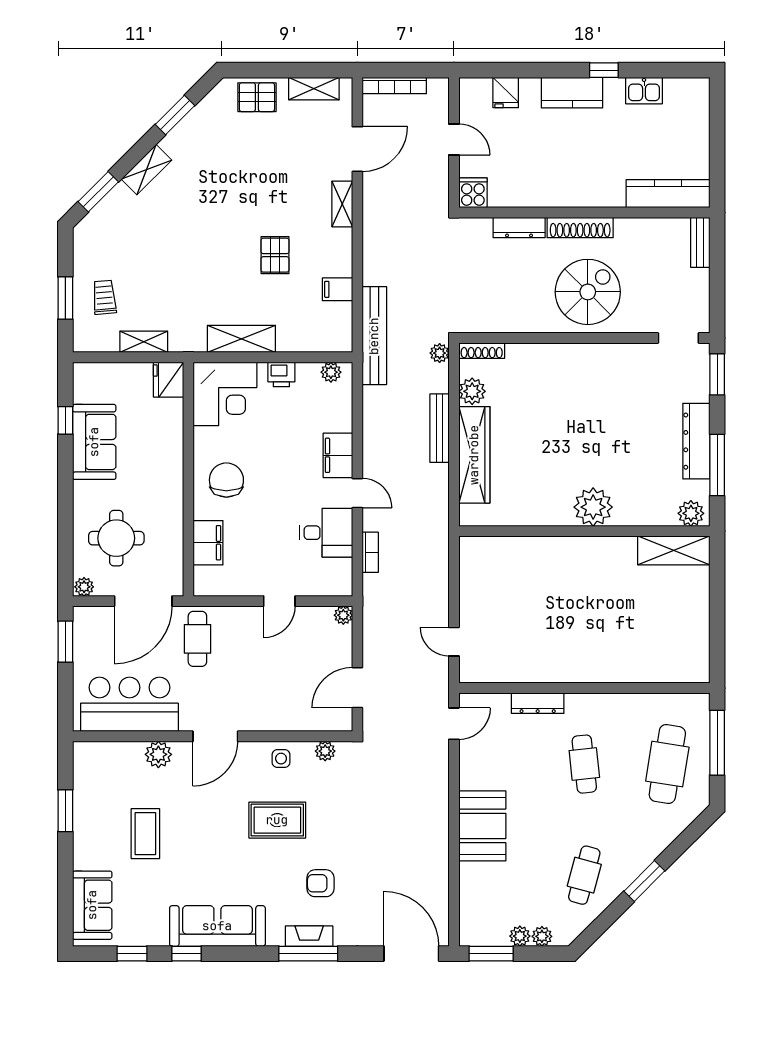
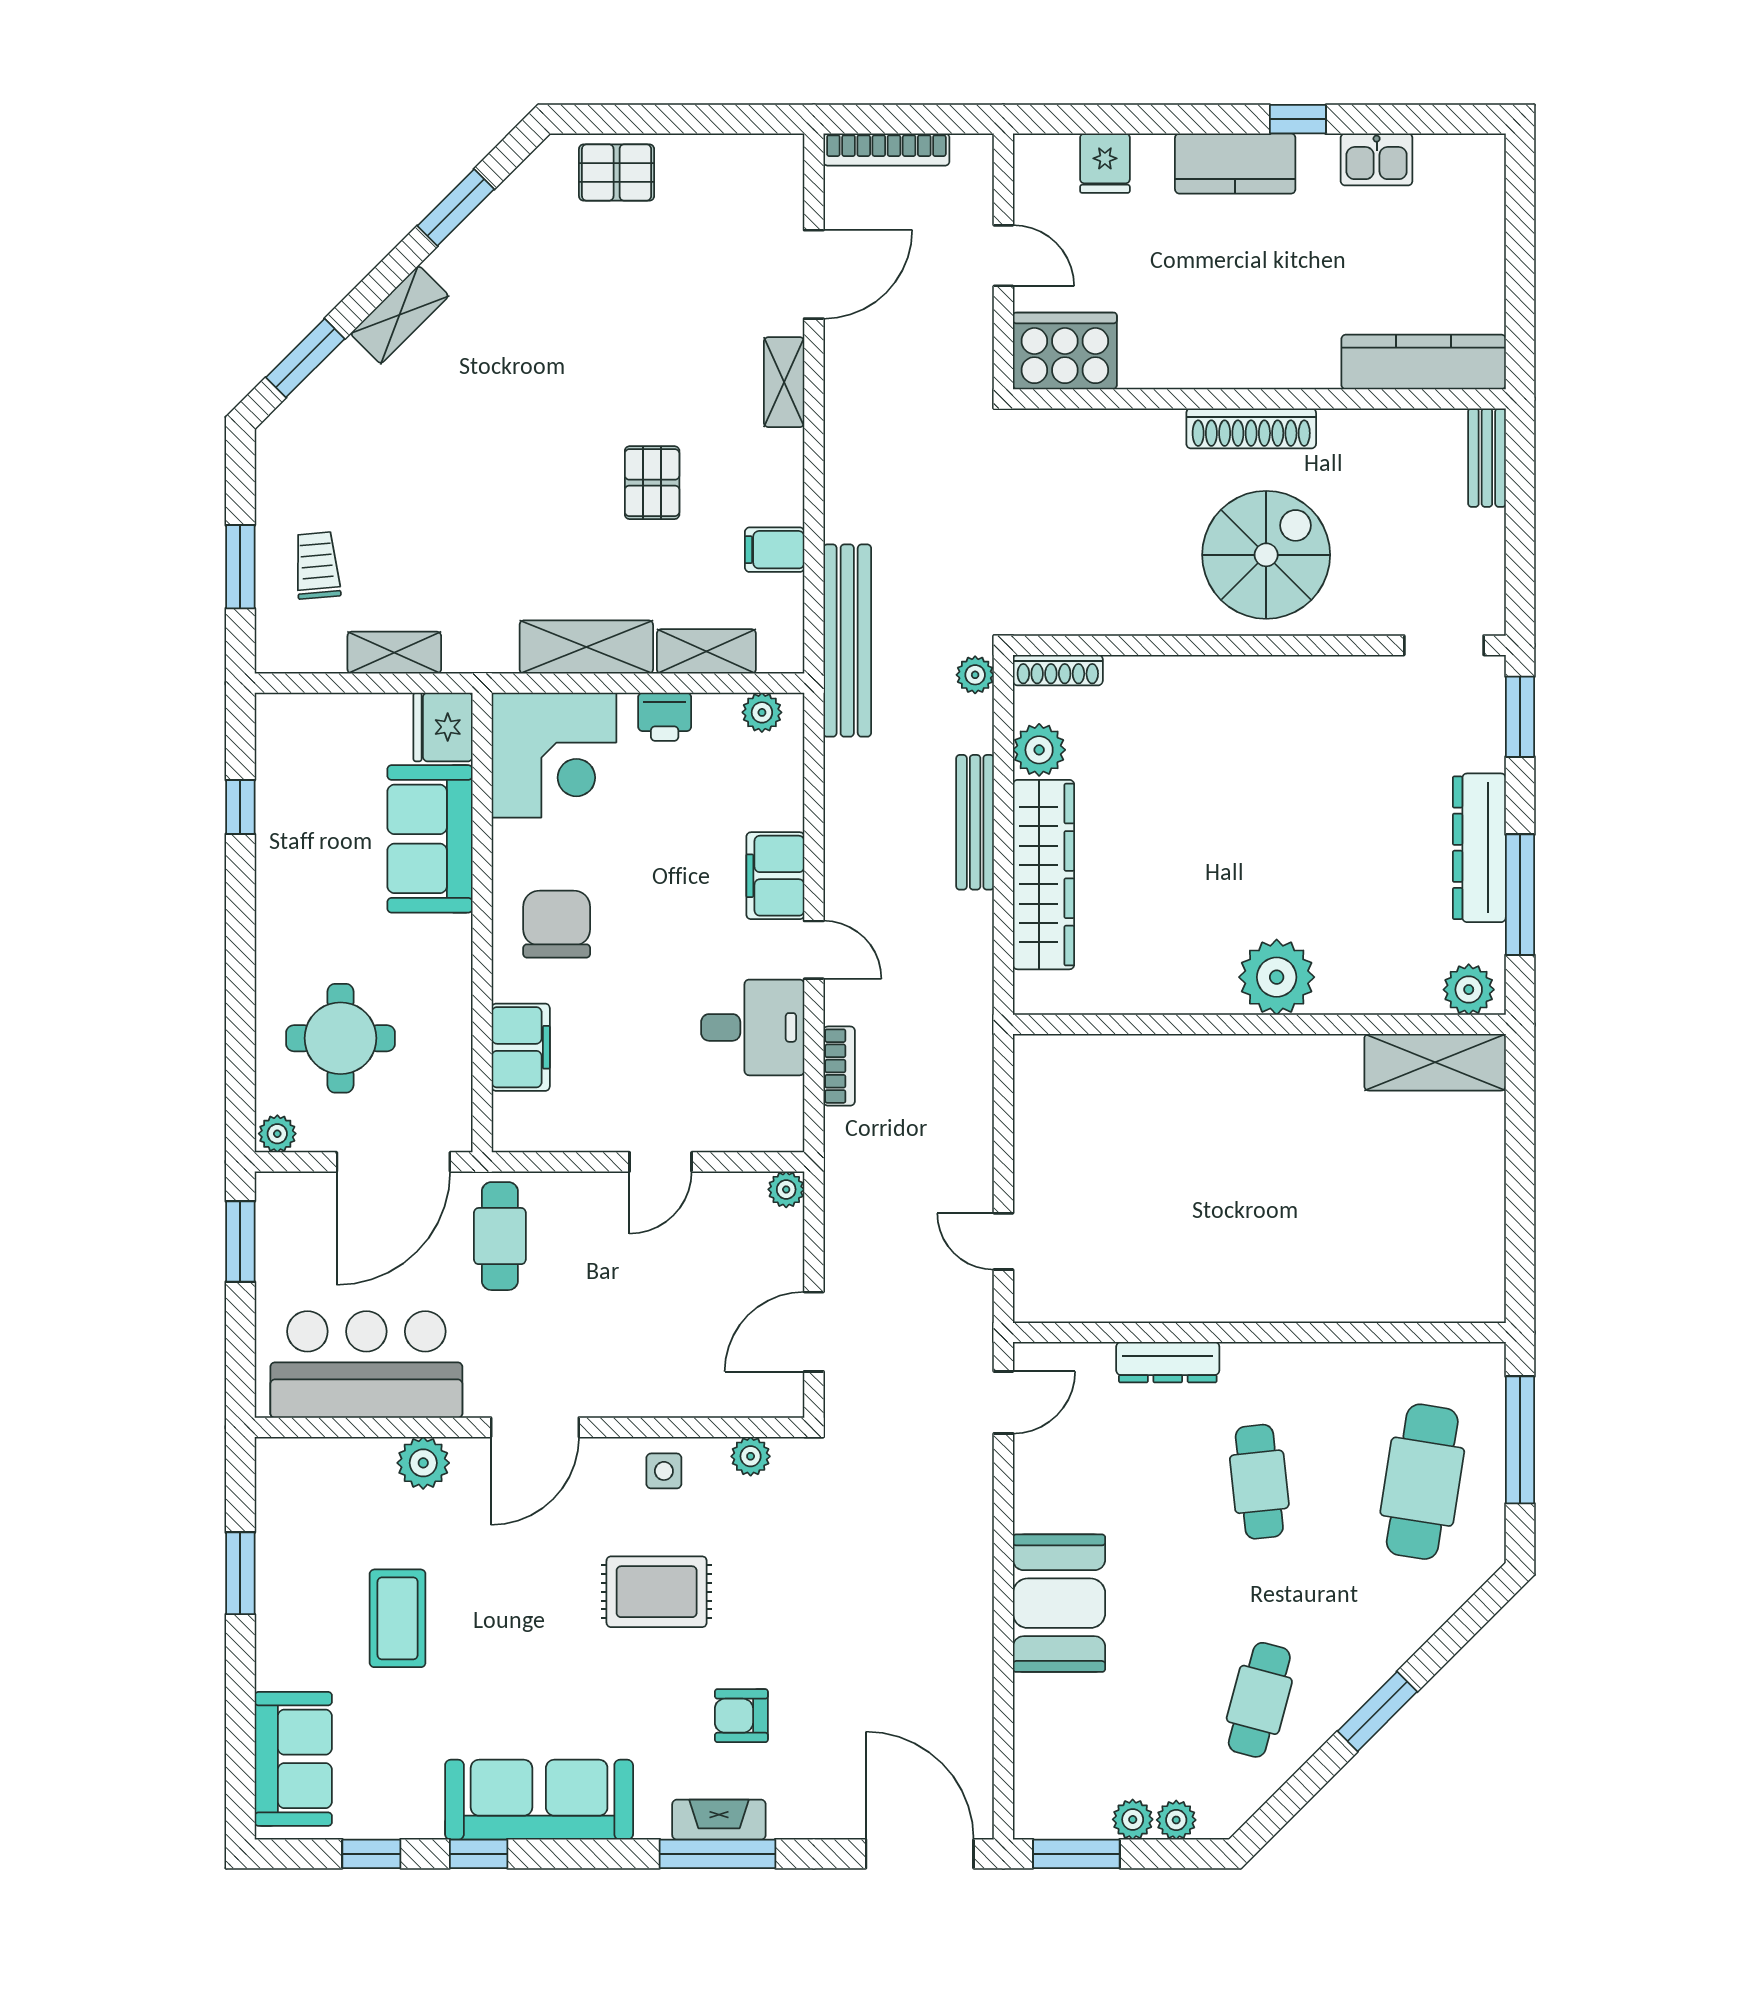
shelving: (314, 89) -> (706, 651), moved
cooker: (473, 193) -> (1065, 351), width x1.87, depth x1.31
dresser: (519, 228) -> (1131, 428), removed
sofa: (94, 442) -> (430, 839), moved, turned 180

